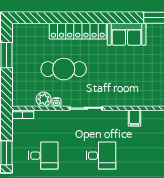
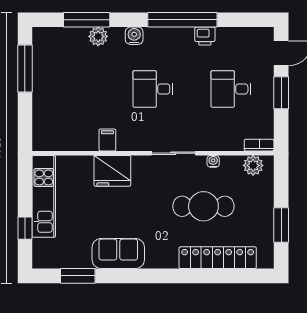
locker: (78, 31) -> (218, 258), moved
fridge: (131, 95) -> (112, 171), added
plant: (44, 99) -> (253, 165), moved

